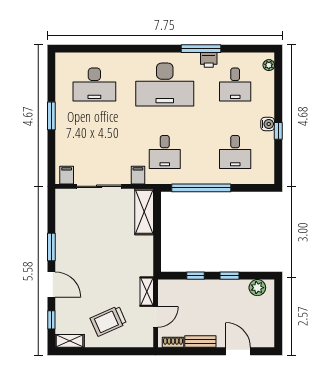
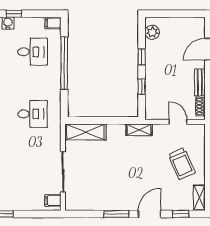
filing cabinet: (138, 175) -> (53, 23), moved
window: (201, 188) -> (64, 63), moved
shelving: (147, 292) -> (139, 130), moved

